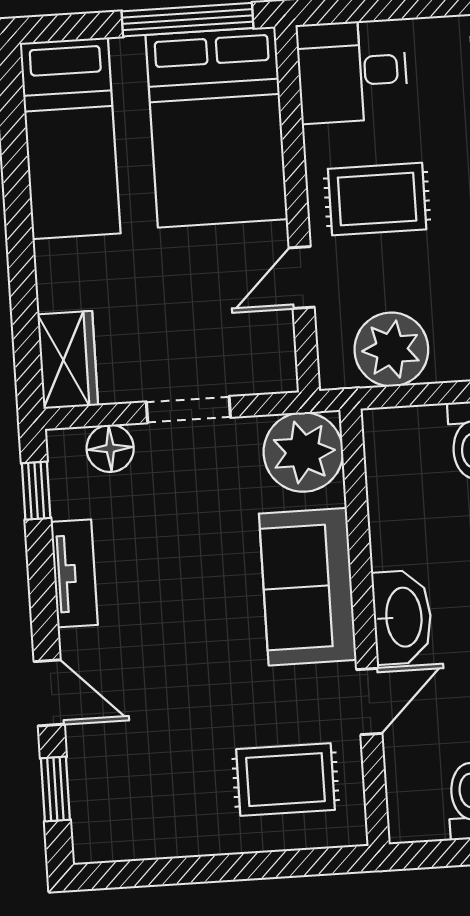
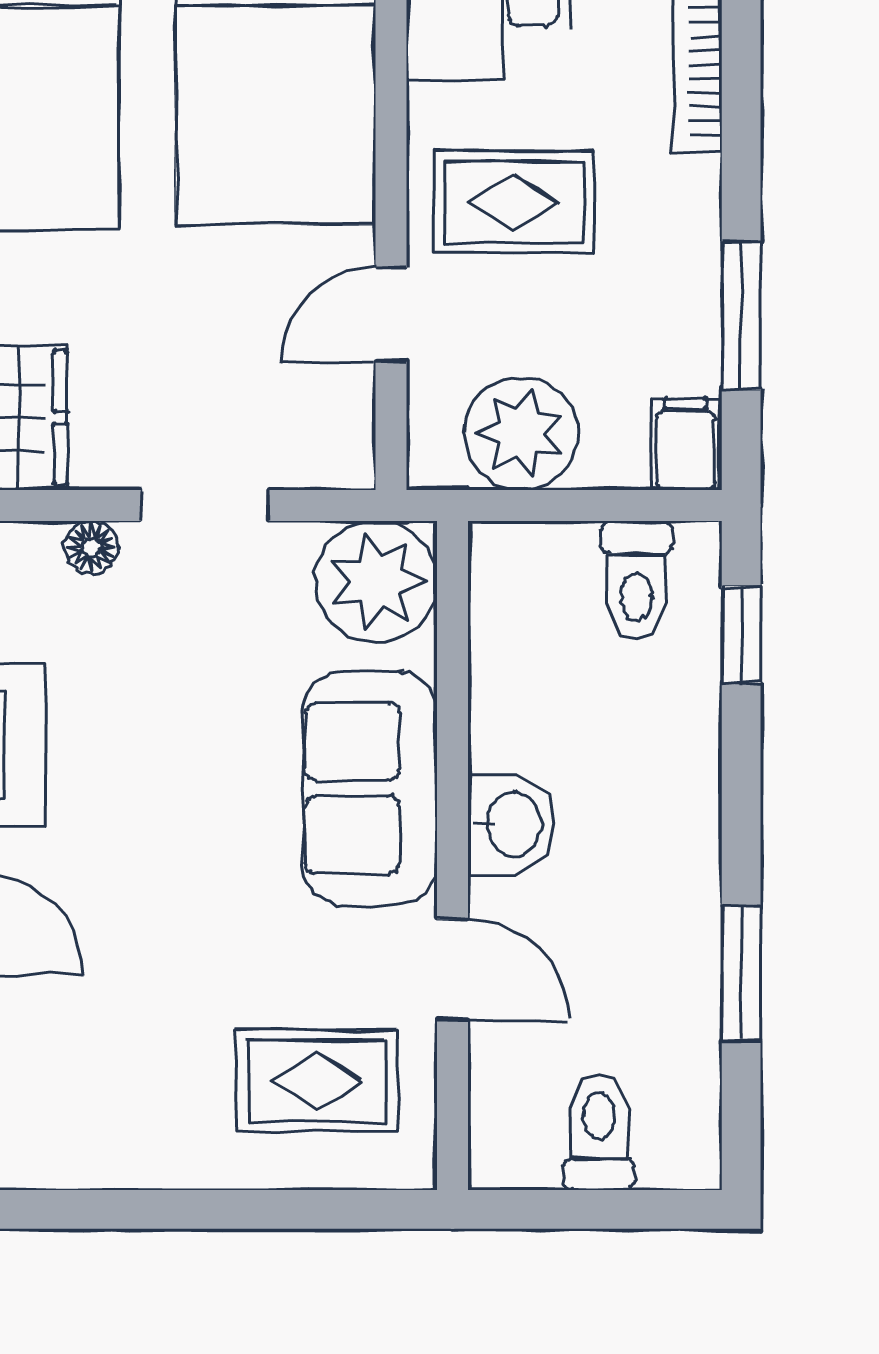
floor lamp: (110, 448) -> (91, 547), width x0.73, depth x0.73
washbasin: (402, 617) -> (511, 824), width x0.72
door: (369, 701) -> (453, 970), hinge flipped

